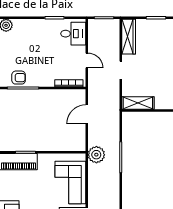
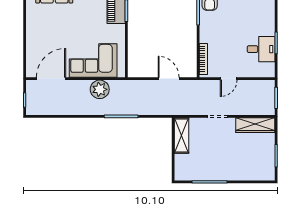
desk: (73, 34) -> (261, 49), moved, turned -90
plant: (96, 155) -> (100, 89), moved

